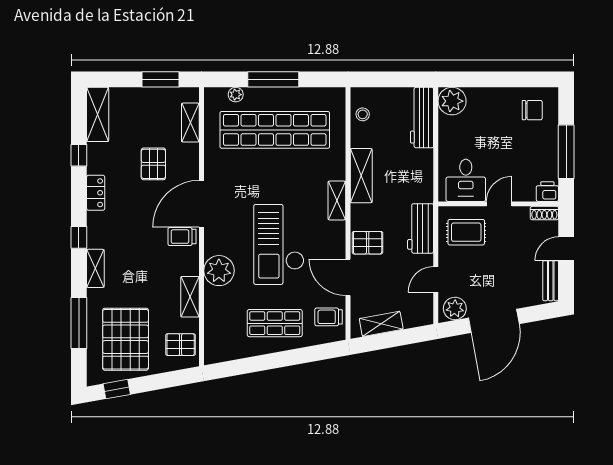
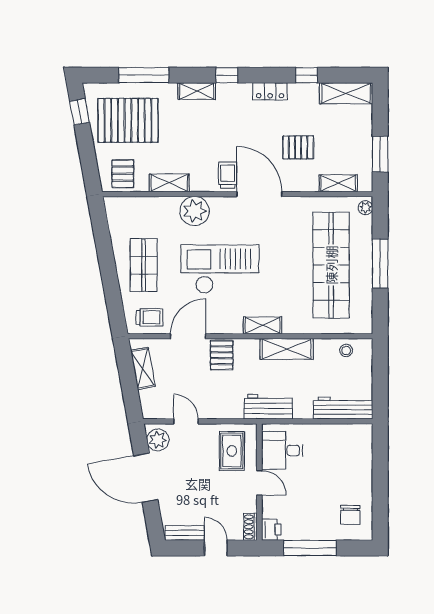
plant: (236, 95) -> (365, 208), moved
plant: (452, 101) -> (359, 437), removed
workbench: (421, 228) -> (268, 407), moved
trolley: (329, 317) -> (150, 317), turned 90

